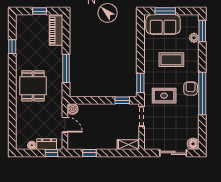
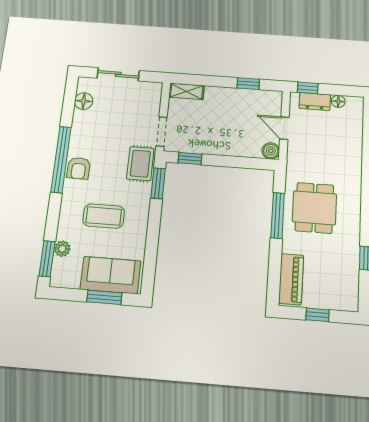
dining table: (33, 86) -> (314, 208), moved
rug: (164, 96) -> (140, 164), moved, turned 90
floor lamp: (193, 144) -> (84, 101), moved

